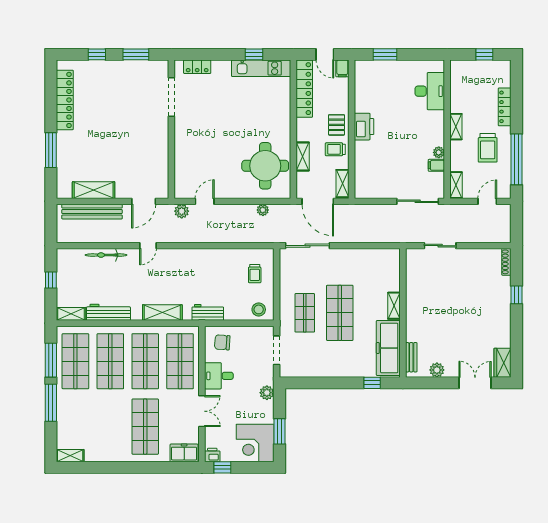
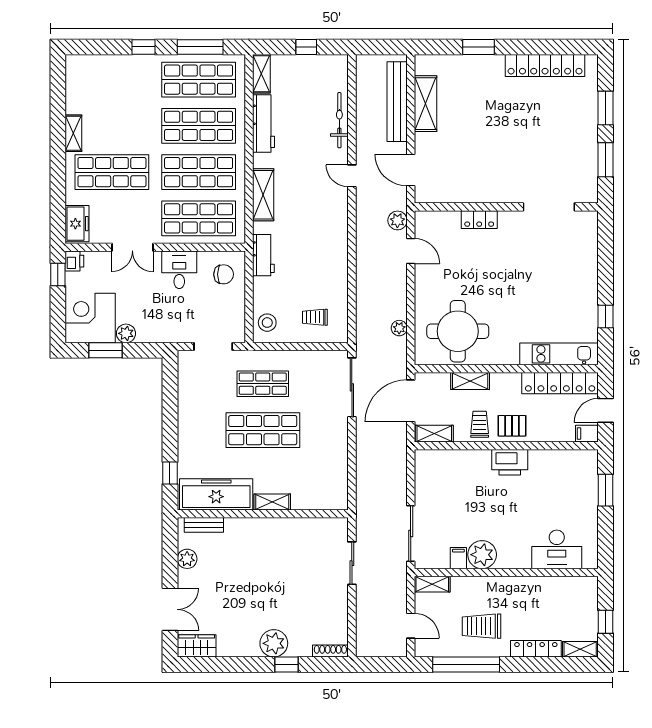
window: (97, 54) -> (605, 108), width x1.50
locker: (197, 67) -> (479, 220), moved, turned -90
kitchen unit: (261, 68) -> (559, 354), moved, turned 90
shelving: (456, 127) -> (580, 649), moved
window: (51, 150) -> (479, 47), width x0.69
plant: (439, 152) -> (482, 555), width x1.88, depth x1.88
plant: (501, 305) -> (274, 643), added
chair: (222, 342) -> (224, 274), turned 86
plant: (267, 393) -> (126, 333), moved
window: (51, 403) -> (143, 47), width x0.46
shelving: (70, 456) -> (73, 133), moved

